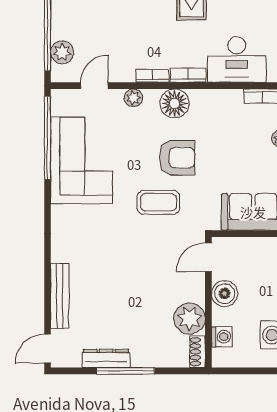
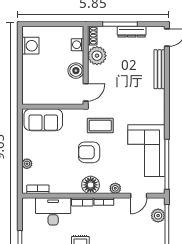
door: (208, 257) -> (86, 92), moved
boiler: (225, 294) -> (76, 71), moved
wall: (208, 302) -> (86, 65), moved
plant: (190, 319) -> (97, 56), moved
washing machine: (222, 337) -> (78, 45), moved
shoe rack: (197, 352) -> (92, 36), moved

